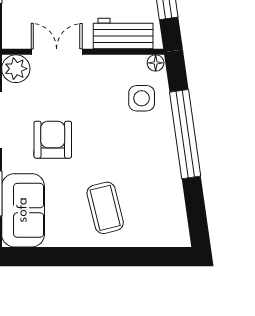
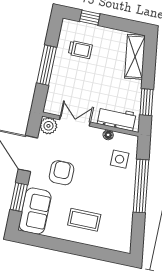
floor lamp: (156, 63) -> (108, 135), moved
coffee table: (105, 208) -> (84, 220), turned -76

